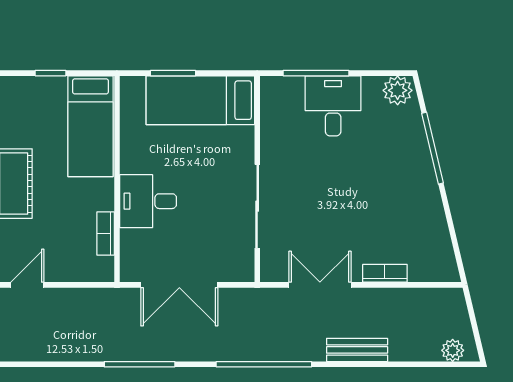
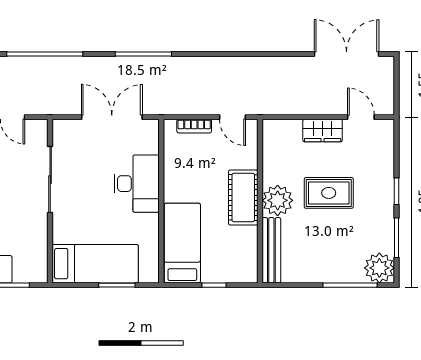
desk: (148, 201) -> (137, 184), width x1.37
bookcase: (106, 234) -> (194, 126), moved, turned 90
door: (27, 285) -> (232, 117), hinge flipped

